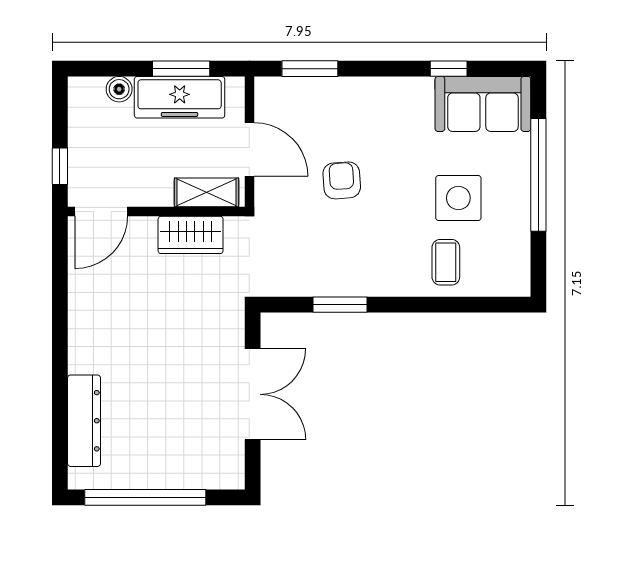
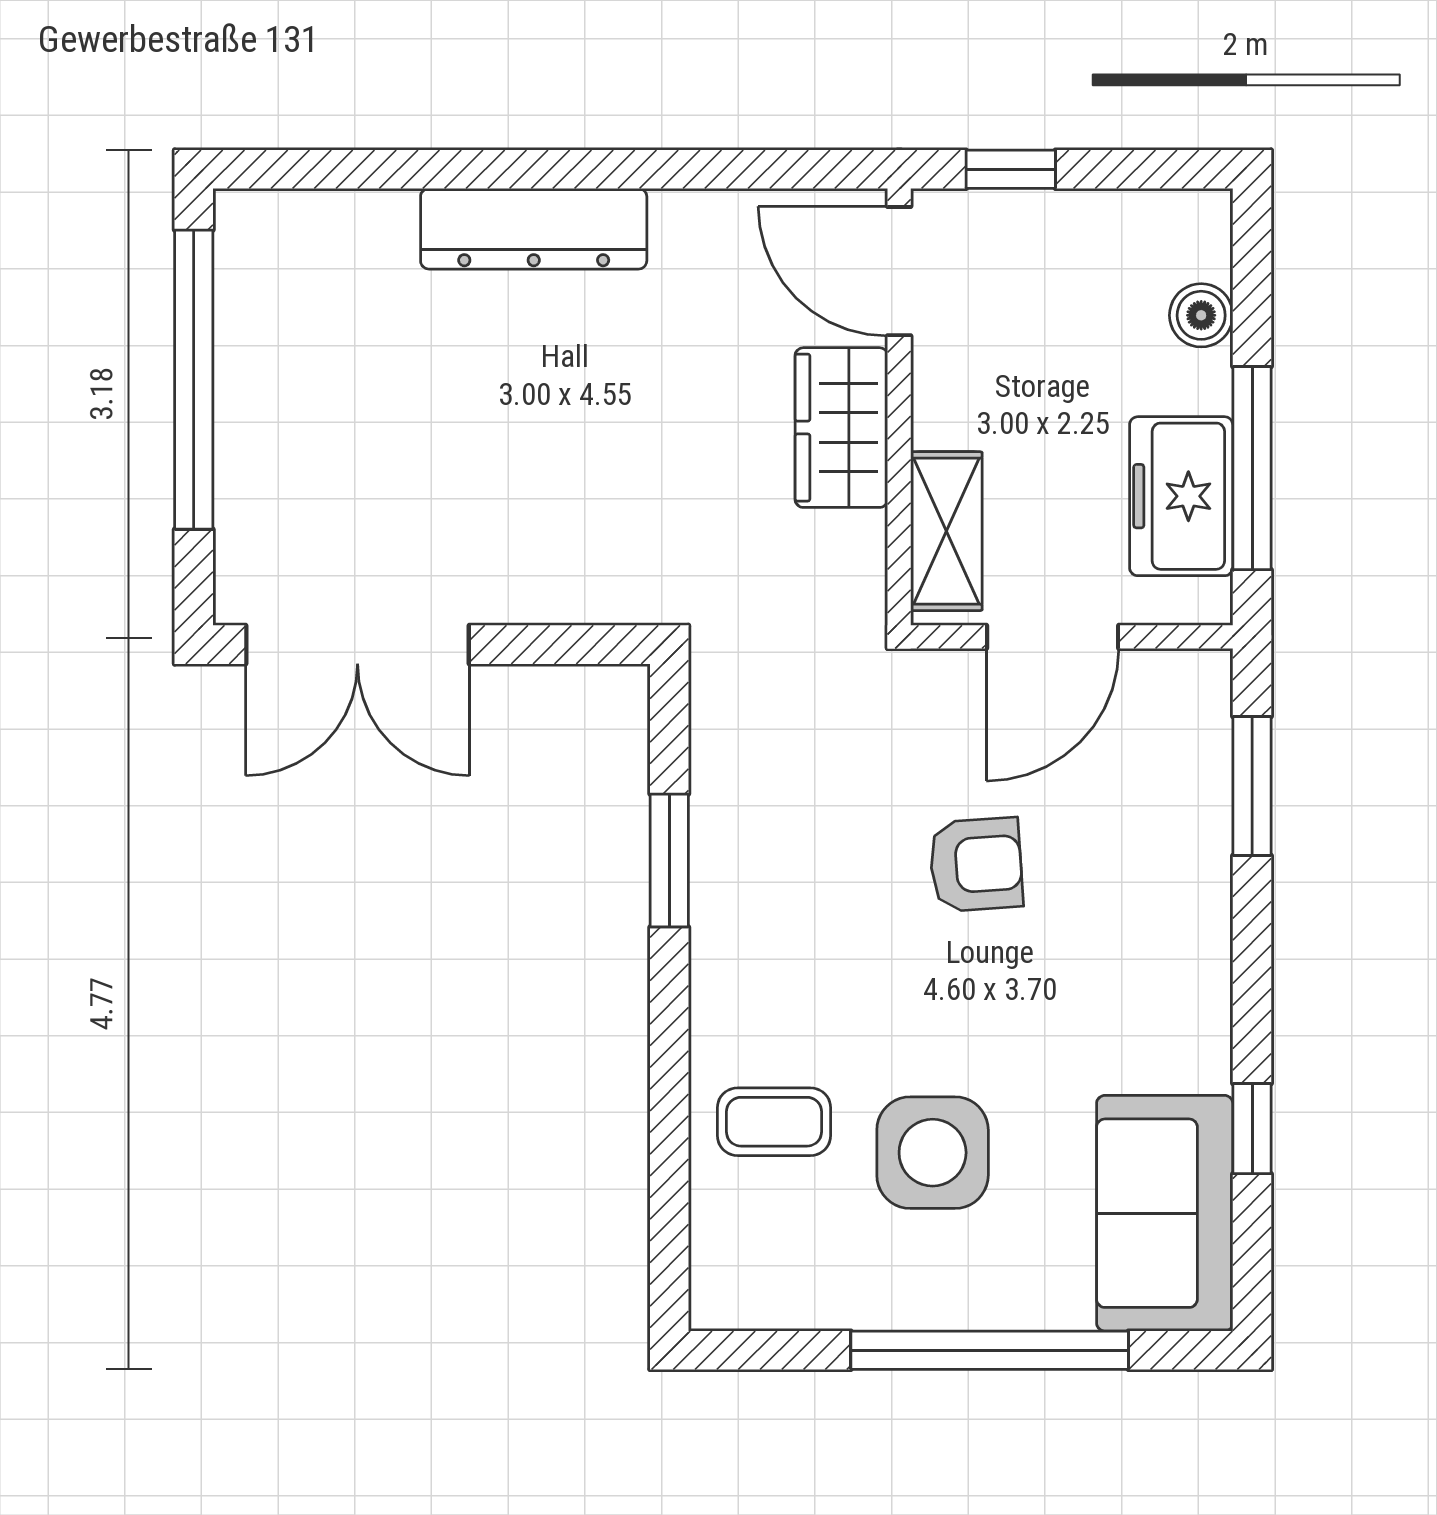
window: (181, 69) -> (1252, 468), width x1.44
freezer: (180, 97) -> (1181, 496), width x0.71
wardrobe: (191, 235) -> (841, 428), moved
double door: (253, 394) -> (358, 645), moved
dresser: (84, 421) -> (534, 229), moved

